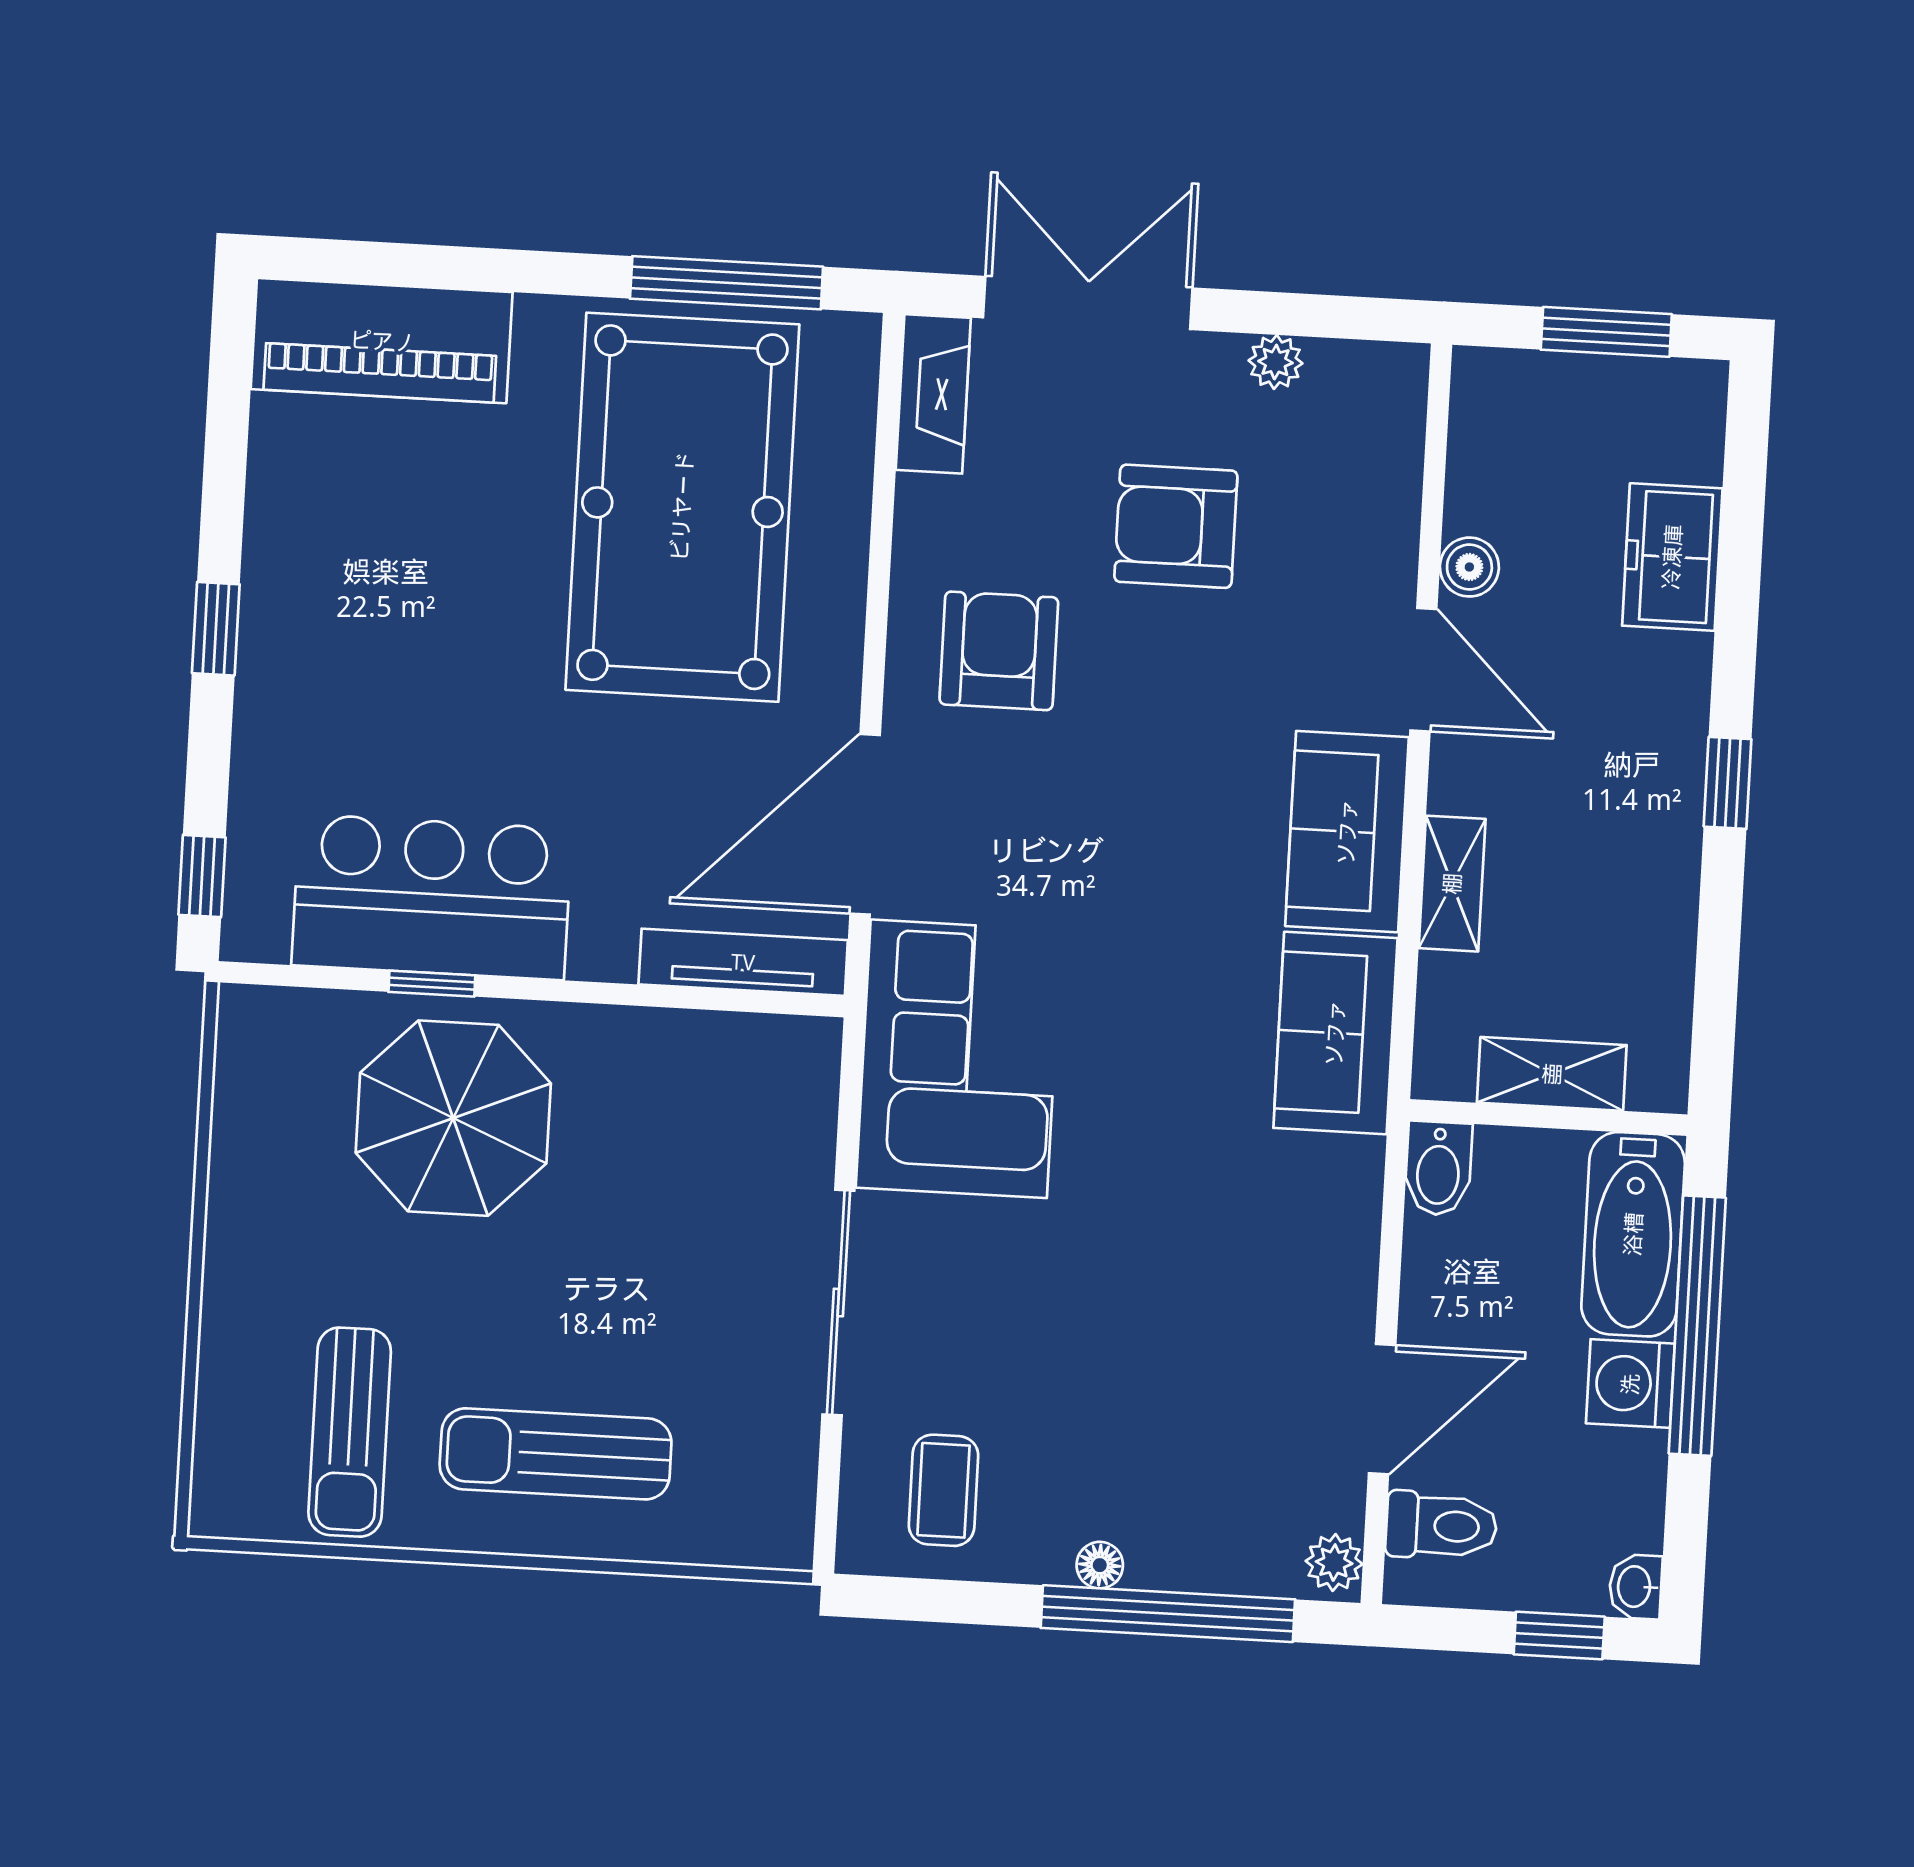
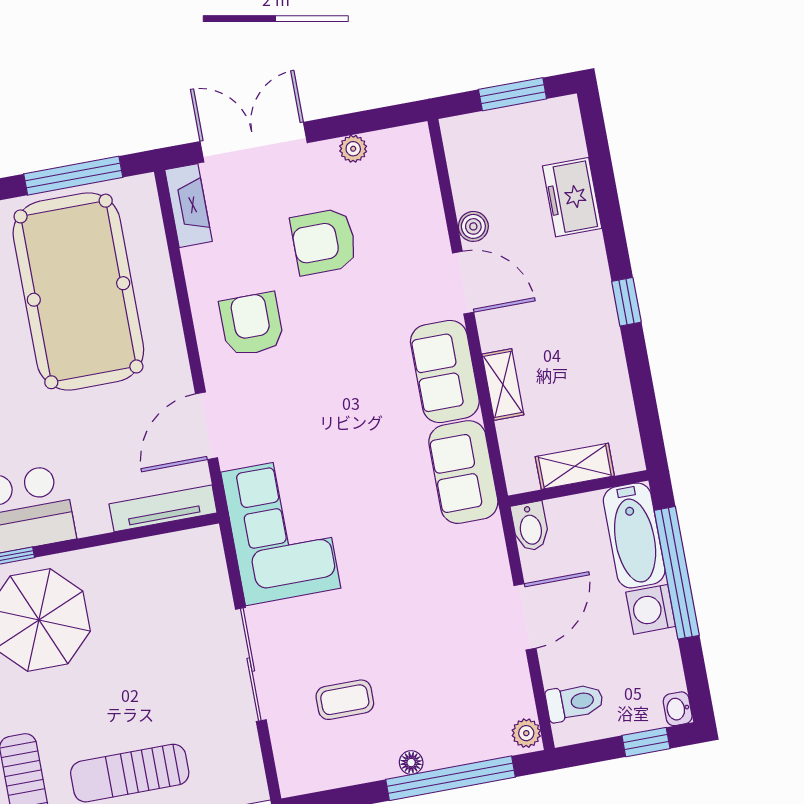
door: (865, 824) -> (207, 426), width x0.73
door: (1382, 1409) -> (525, 617), moved
coffee table: (943, 1490) -> (345, 700), moved, turned 90

